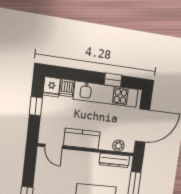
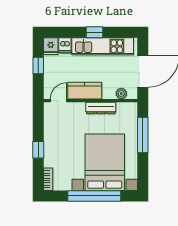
window: (113, 80) -> (94, 32), moved
door: (54, 146) -> (59, 101), swing flipped
dresser: (114, 160) -> (101, 108), moved

